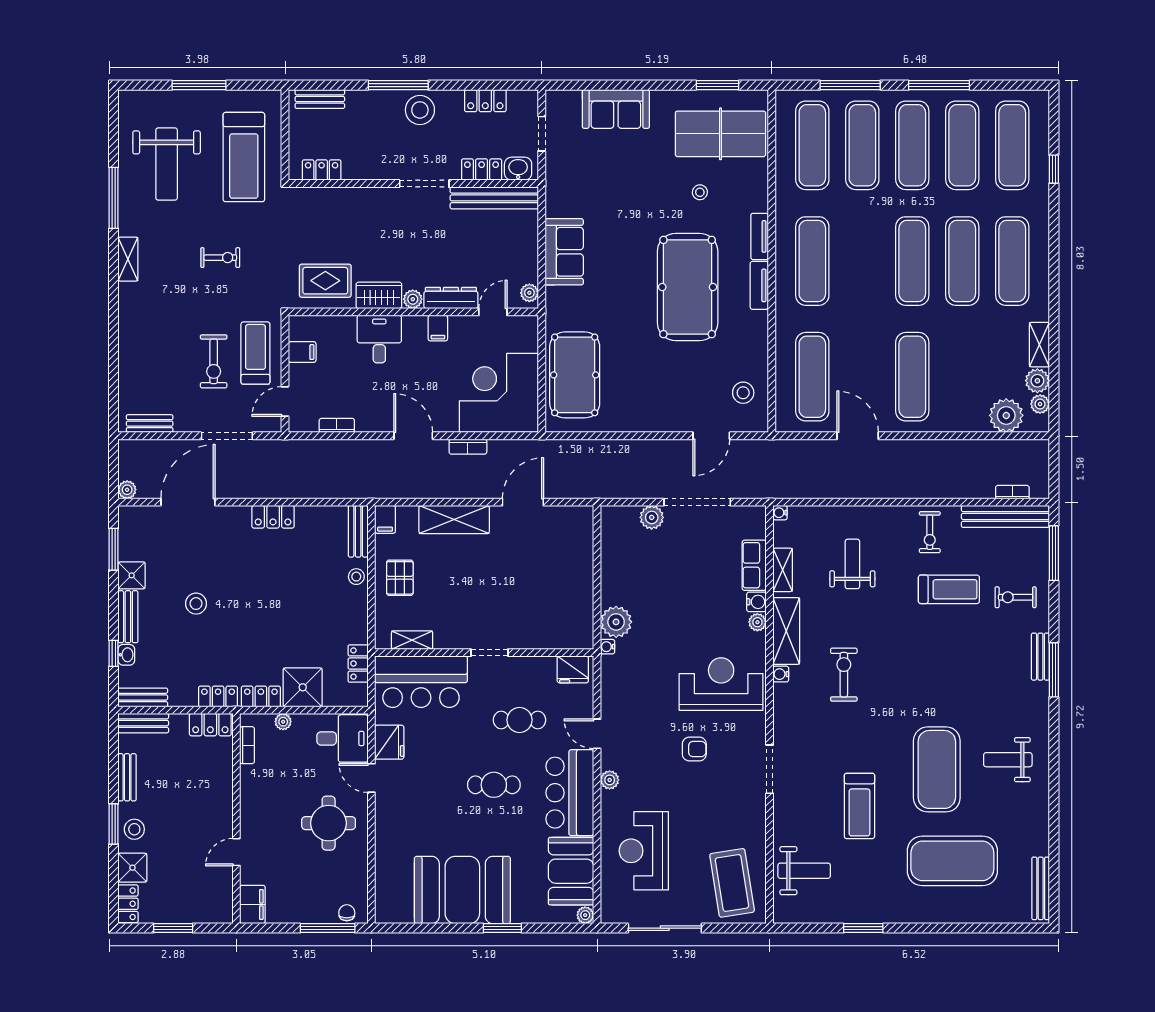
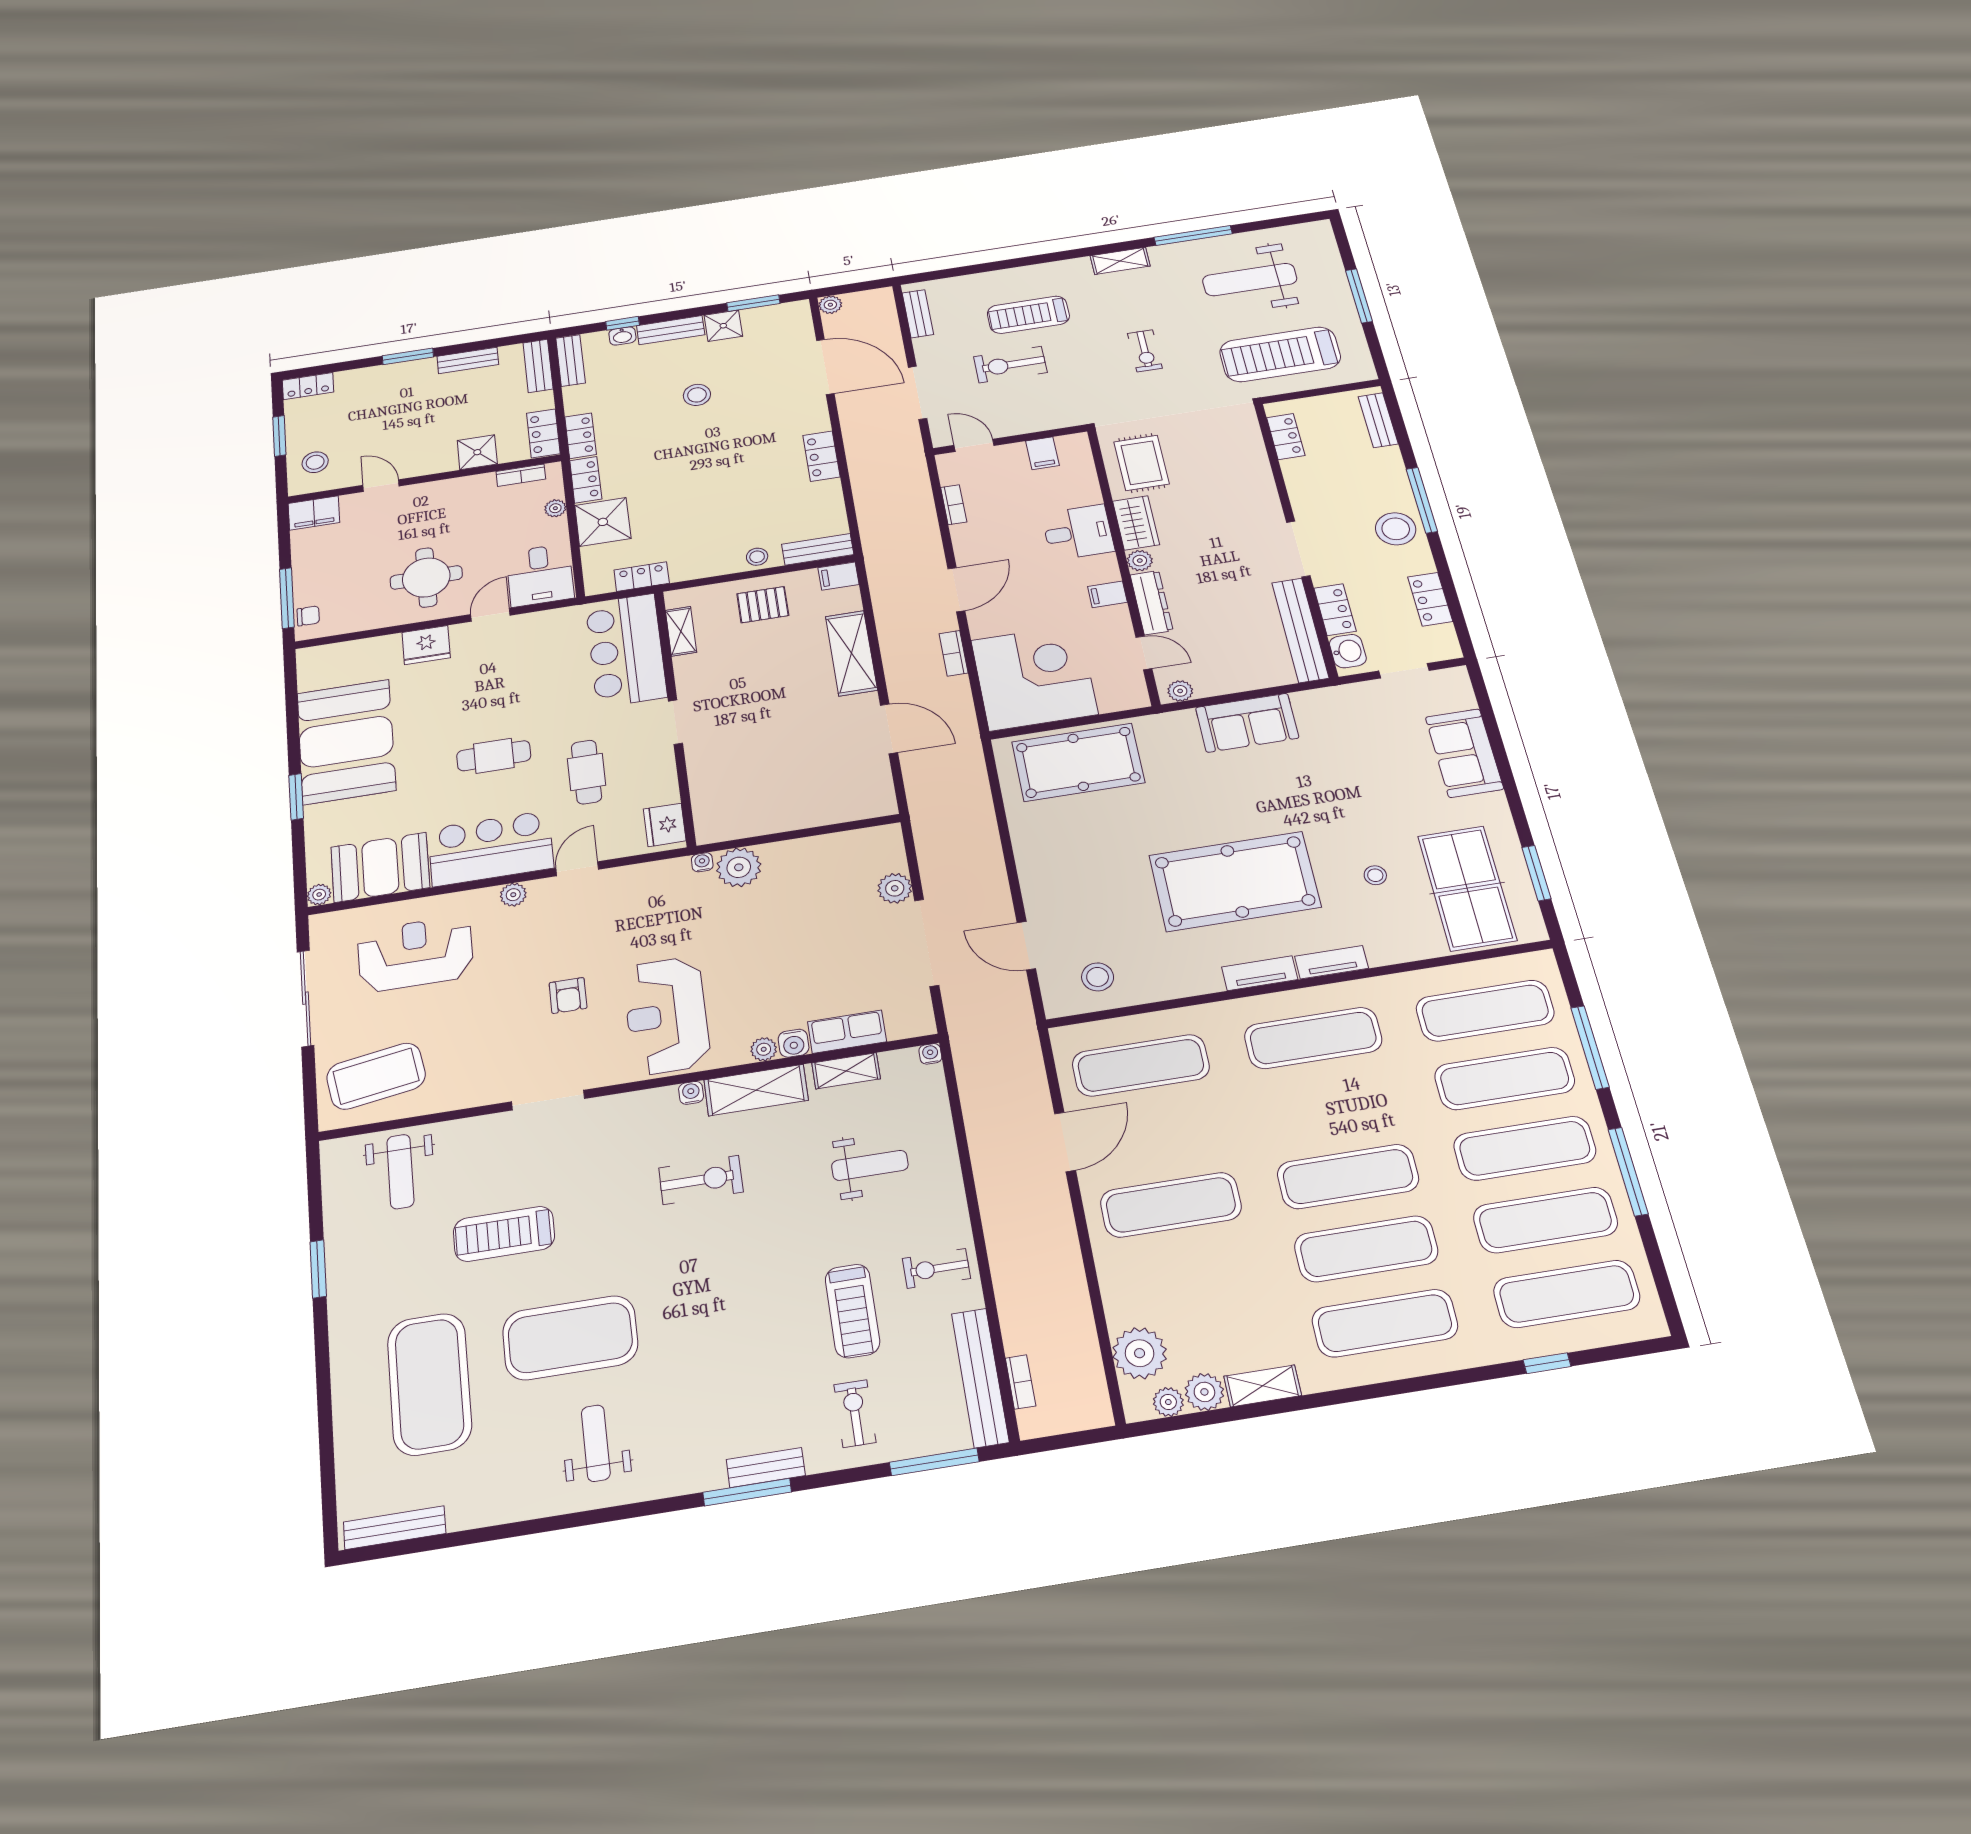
treadmill: (255, 353) -> (1028, 315), moved, turned 180
reception desk: (721, 684) -> (666, 1015), turned 180
fridge: (389, 742) -> (426, 645), moved
cafe table: (494, 785) -> (494, 756), turned 90
stool: (134, 829) -> (315, 462), moved
shower: (132, 868) -> (477, 452), moved

